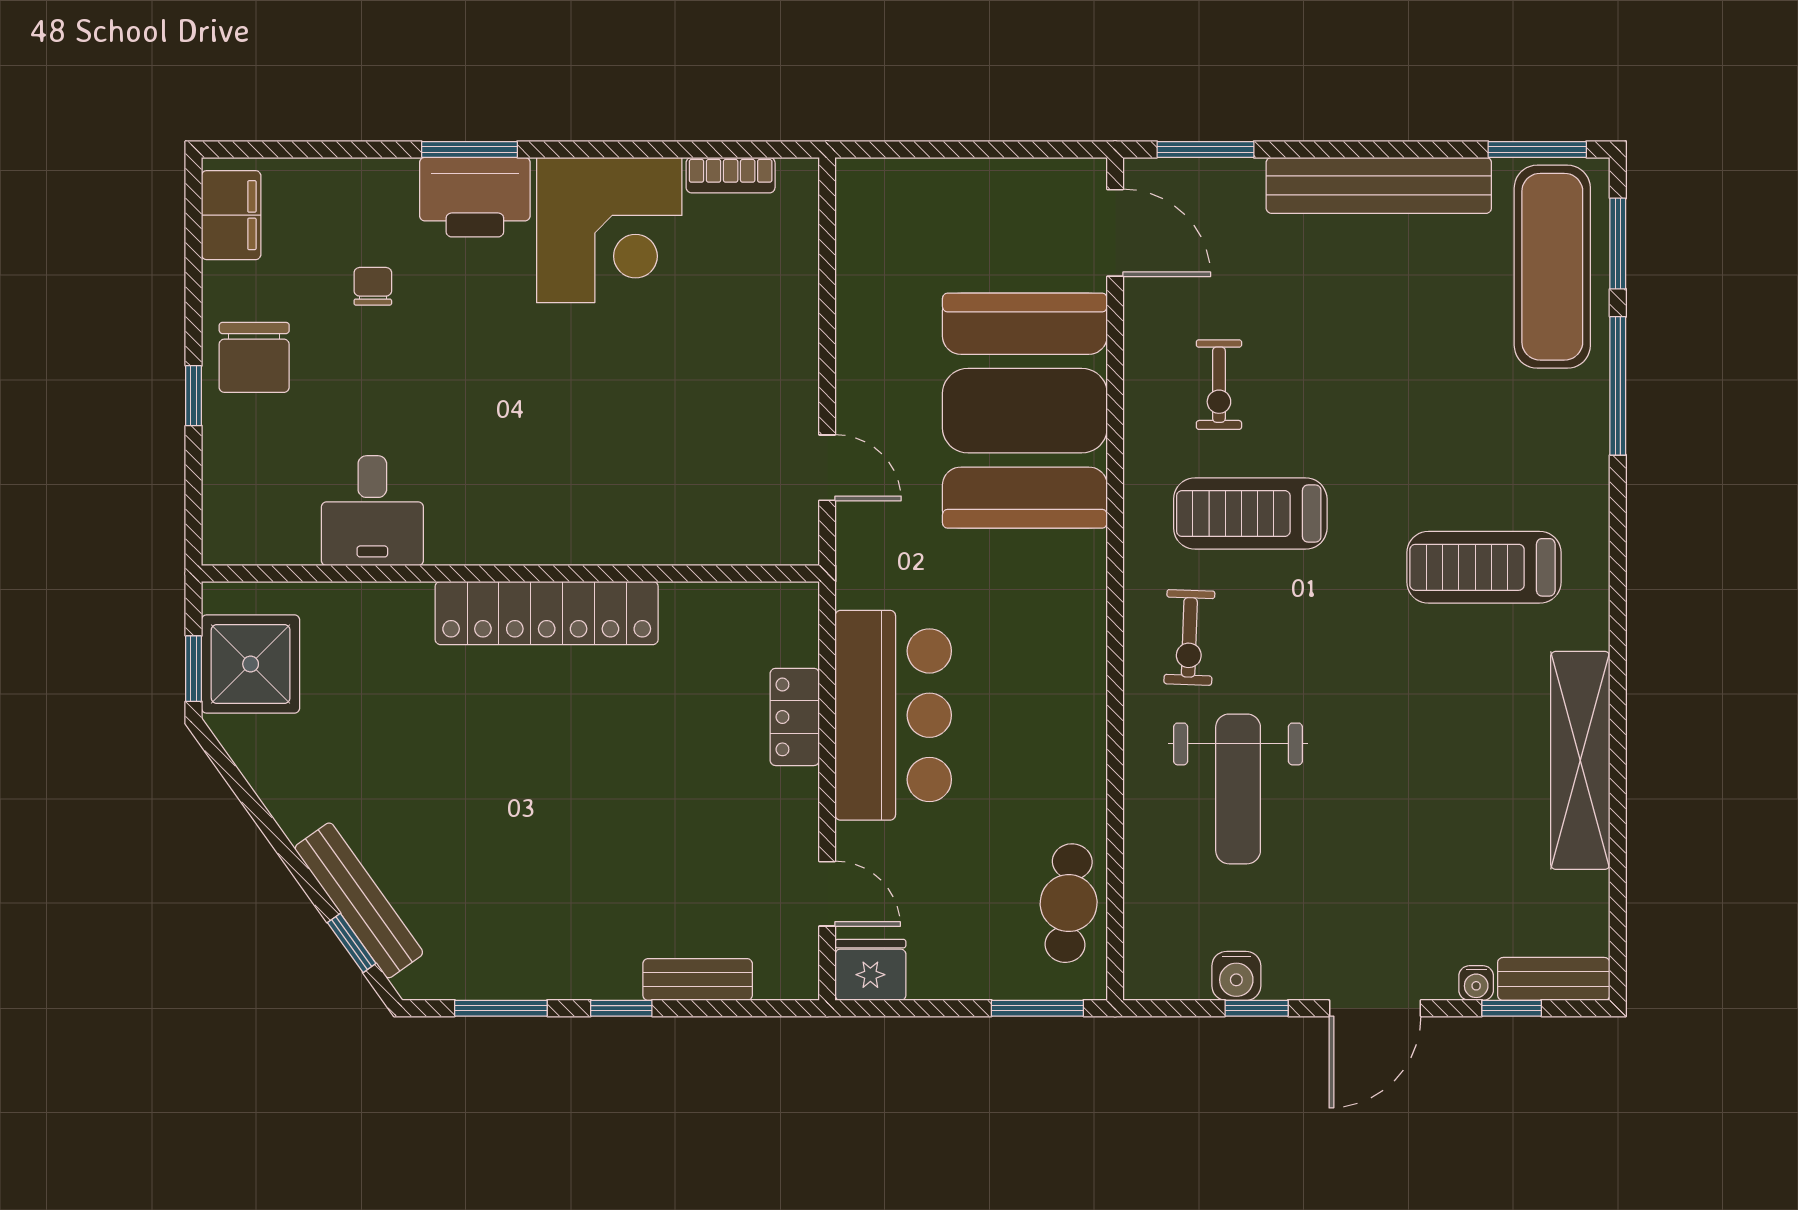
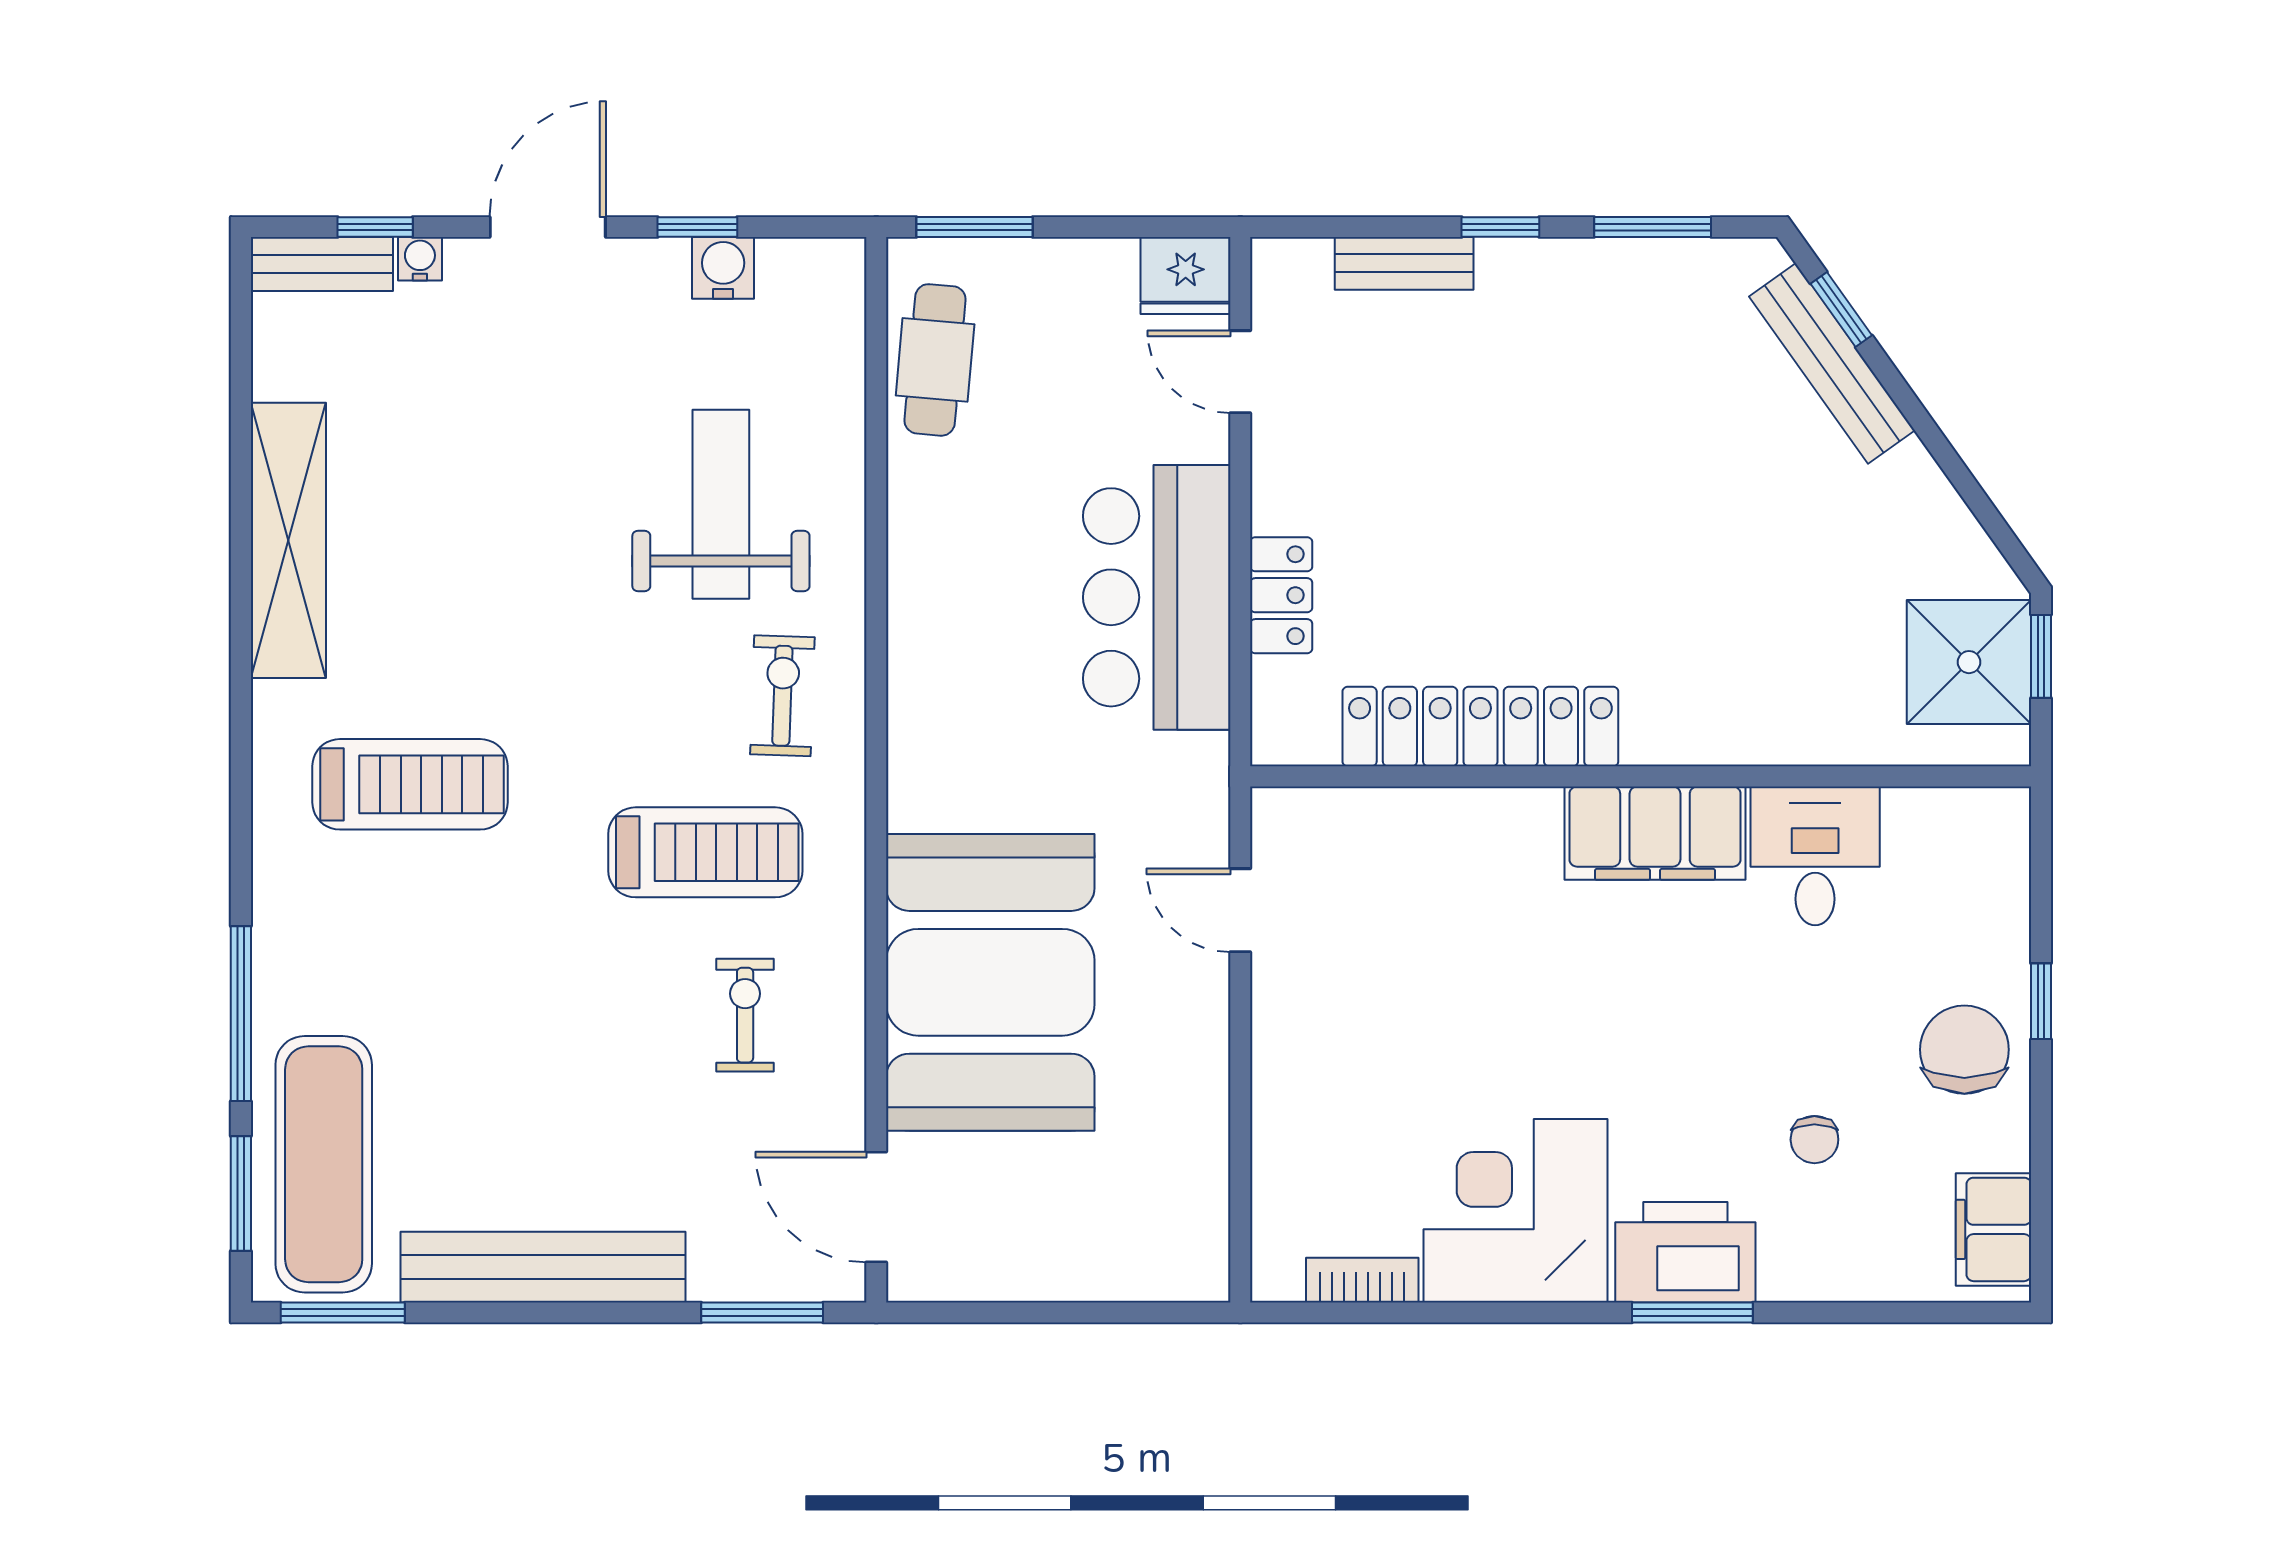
filing cabinet: (499, 529) -> (1655, 833), added
locker: (547, 613) -> (1480, 727), moved

